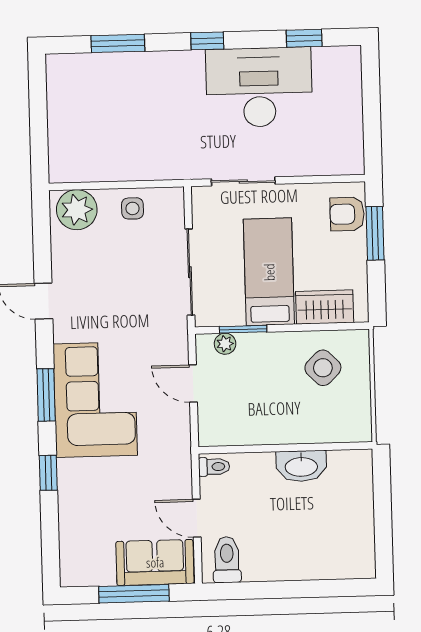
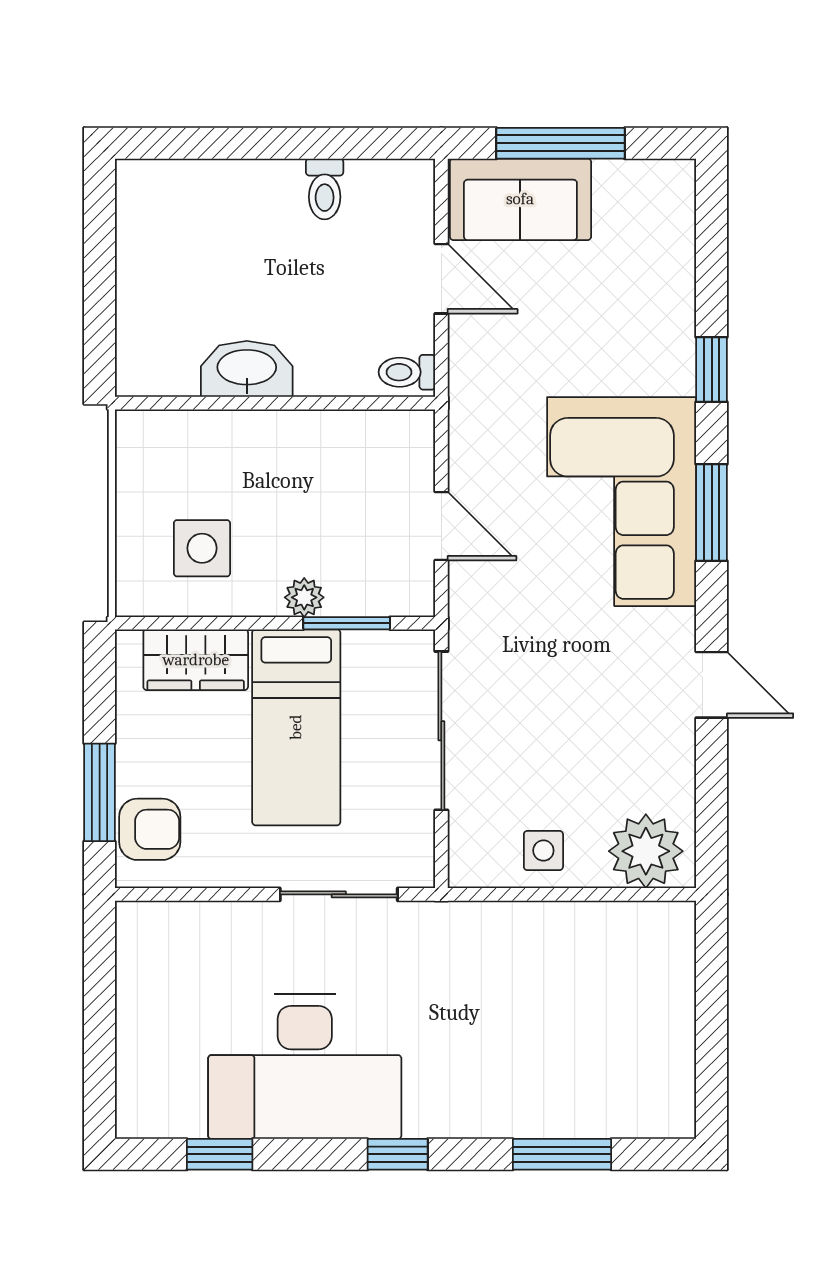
plant: (225, 344) -> (304, 597), moved
side table: (323, 368) -> (202, 548), turned 45
toilet: (227, 560) -> (325, 189), moved, width x0.73, depth x0.72

